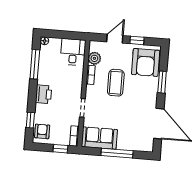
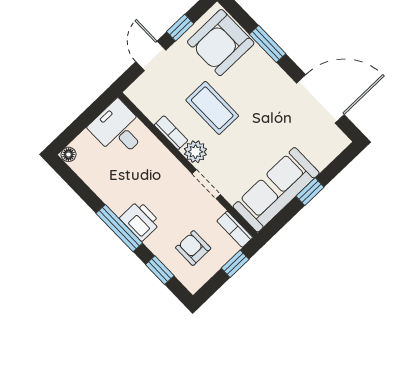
plant: (94, 58) -> (195, 152), moved
armchair: (146, 62) -> (221, 43), turned 90
window: (35, 64) -> (119, 228), moved
armchair: (42, 131) -> (193, 248), moved
sofa: (99, 138) -> (276, 190), width x1.36
window: (117, 153) -> (310, 192), width x0.46

